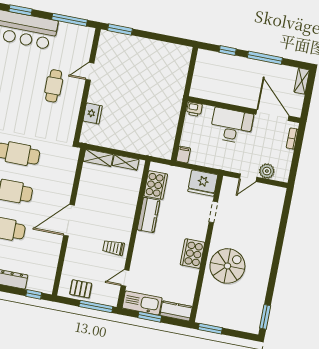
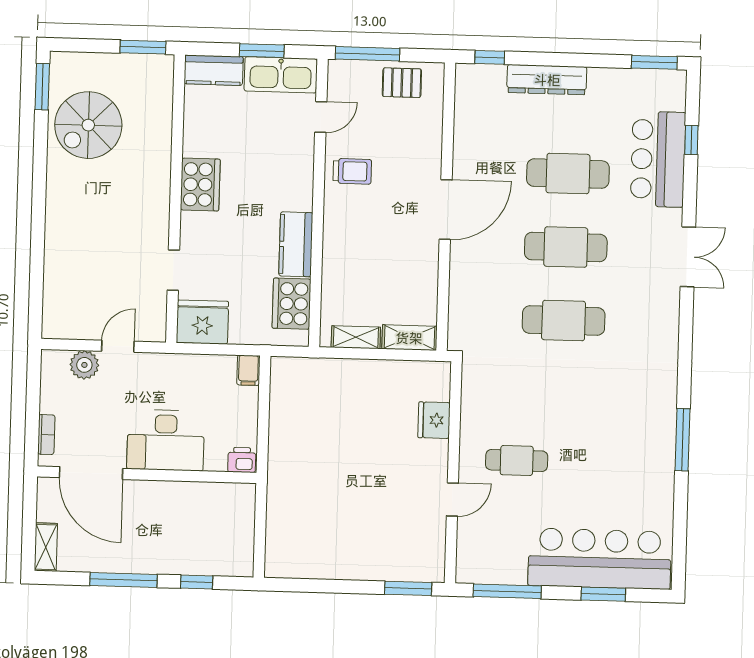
cafe table: (54, 86) -> (517, 460), turned 90
spiral stairs: (227, 266) -> (88, 125), moved

